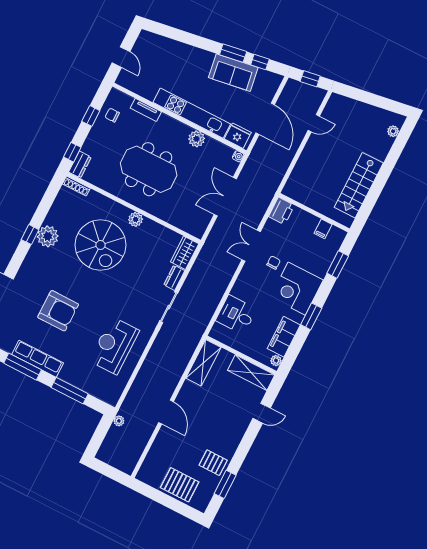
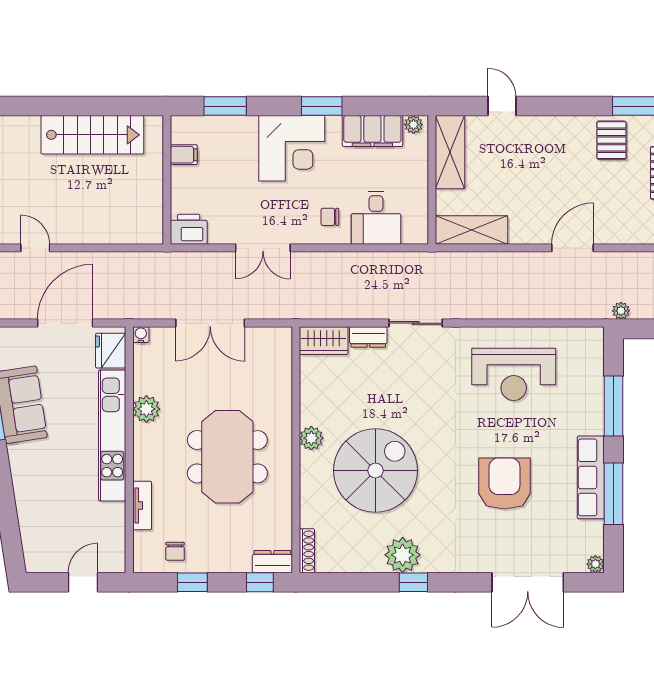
chair: (274, 263) -> (330, 217), moved

